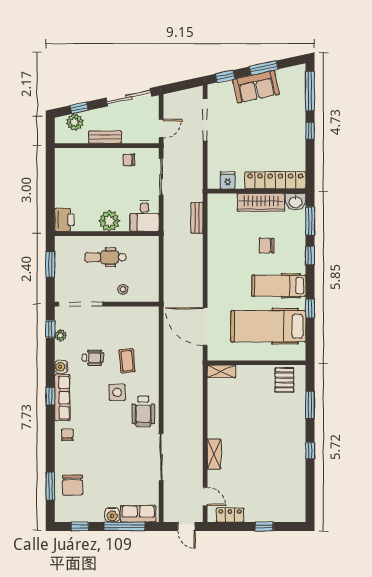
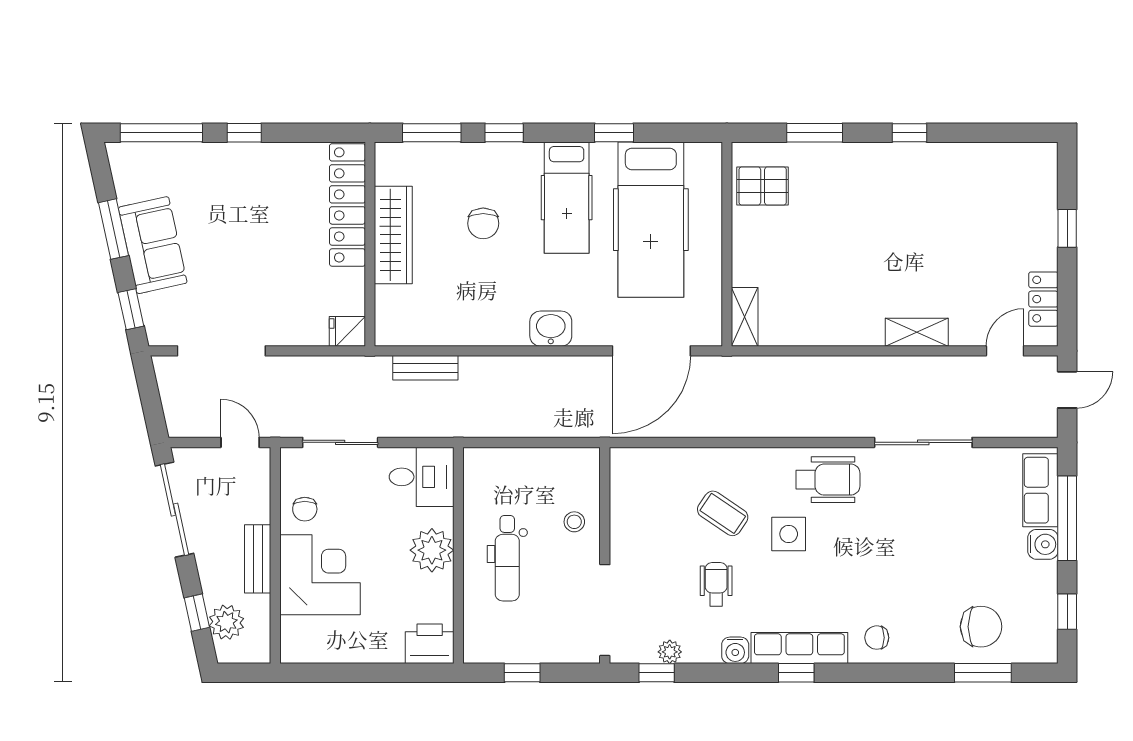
corner desk: (97, 167) -> (320, 575), added
fridge: (228, 180) -> (347, 331), moved
washbasin: (296, 202) -> (551, 329), moved, turned -90
window: (50, 264) -> (522, 673), width x0.67
coffee table: (127, 361) -> (723, 513), turned 39

